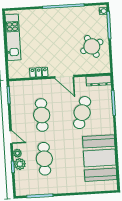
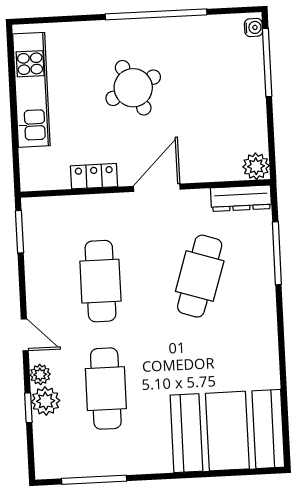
round table: (92, 46) -> (133, 88), moved
plant: (105, 68) -> (256, 166), added
door: (64, 77) -> (157, 188), swing flipped
booth: (100, 158) -> (227, 431), moved, turned 90

